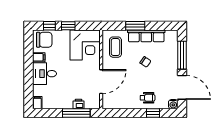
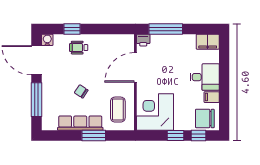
filing cabinet: (37, 103) -> (208, 42), width x2.00
printer: (78, 104) -> (143, 40), moved

